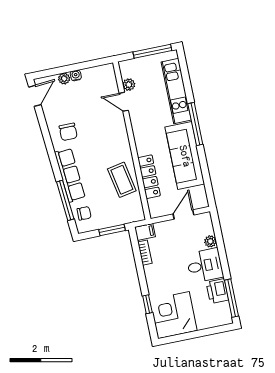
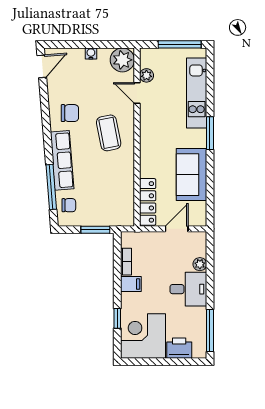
plant: (64, 79) -> (122, 60), moved, width x1.87, depth x1.87
window: (195, 124) -> (210, 133), width x0.69
chair: (68, 132) -> (70, 113), turned -90
sofa: (185, 156) -> (191, 175), width x0.73
locker: (149, 177) -> (148, 202), moved
coffee table: (122, 180) -> (109, 133), moved
filing cabinet: (145, 232) -> (131, 284), moved
printer: (217, 291) -> (179, 348), moved, turned 90

